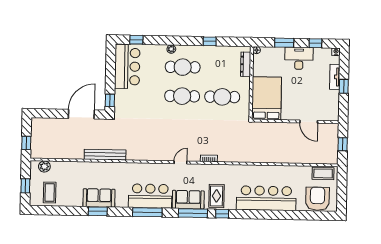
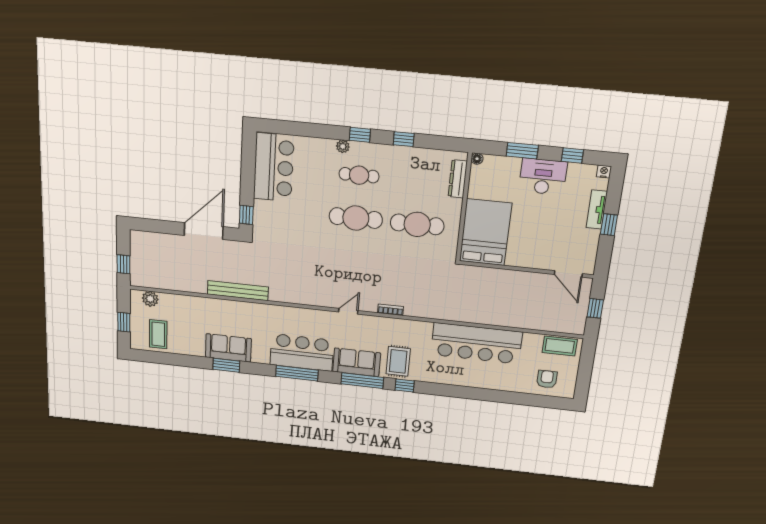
window: (136, 40) -> (360, 135), moved
cafe table: (183, 67) -> (359, 175), width x0.73, depth x0.74
door: (309, 122) -> (568, 274), moved
bar counter: (266, 198) -> (476, 343), moved, turned 180
armchair: (317, 199) -> (547, 379), width x0.53, depth x0.53

